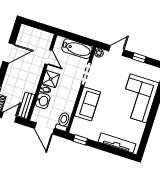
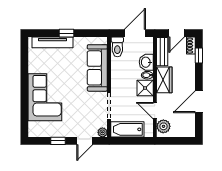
plant: (45, 41) -> (163, 126), added
wardrobe: (32, 81) -> (164, 80), added
sofa: (88, 104) -> (97, 68), width x1.36
door: (44, 128) -> (135, 33), hinge flipped
window: (80, 140) -> (67, 33), moved

